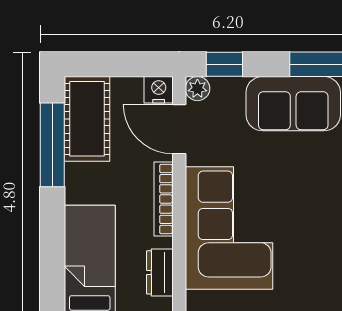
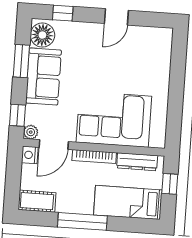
cot: (87, 119) -> (37, 201), width x0.73, depth x0.75
window: (52, 145) -> (82, 221), moved
dresser: (160, 272) -> (137, 162), width x1.44

